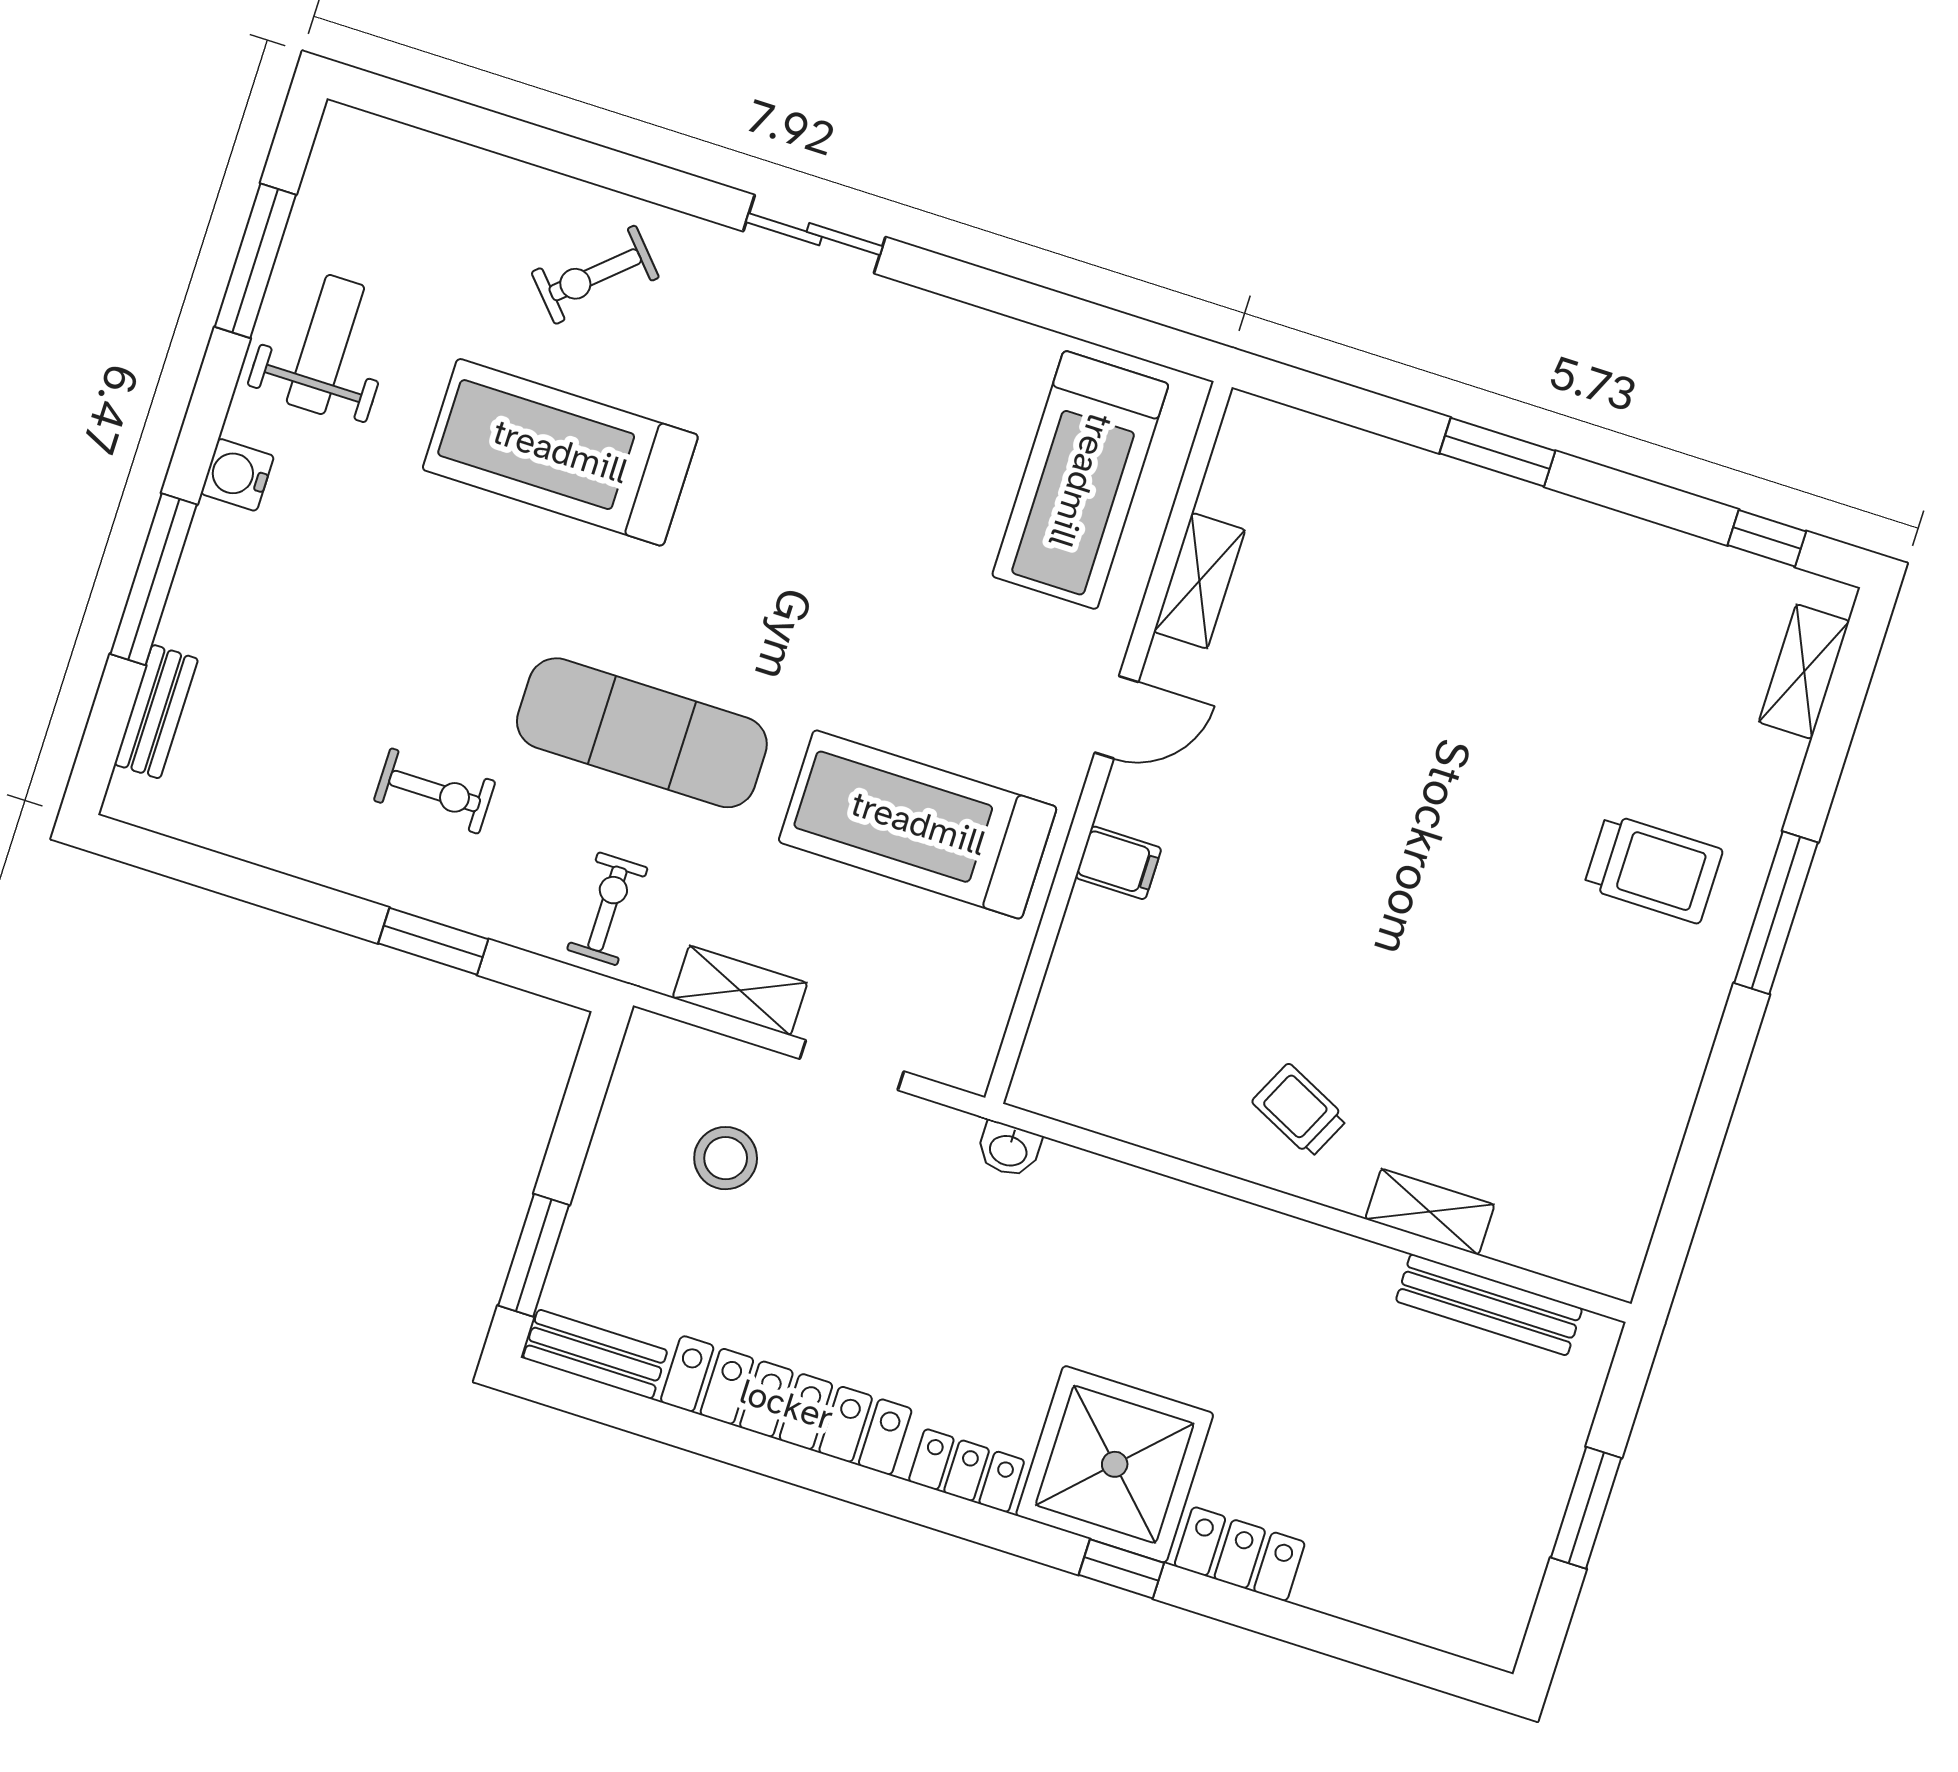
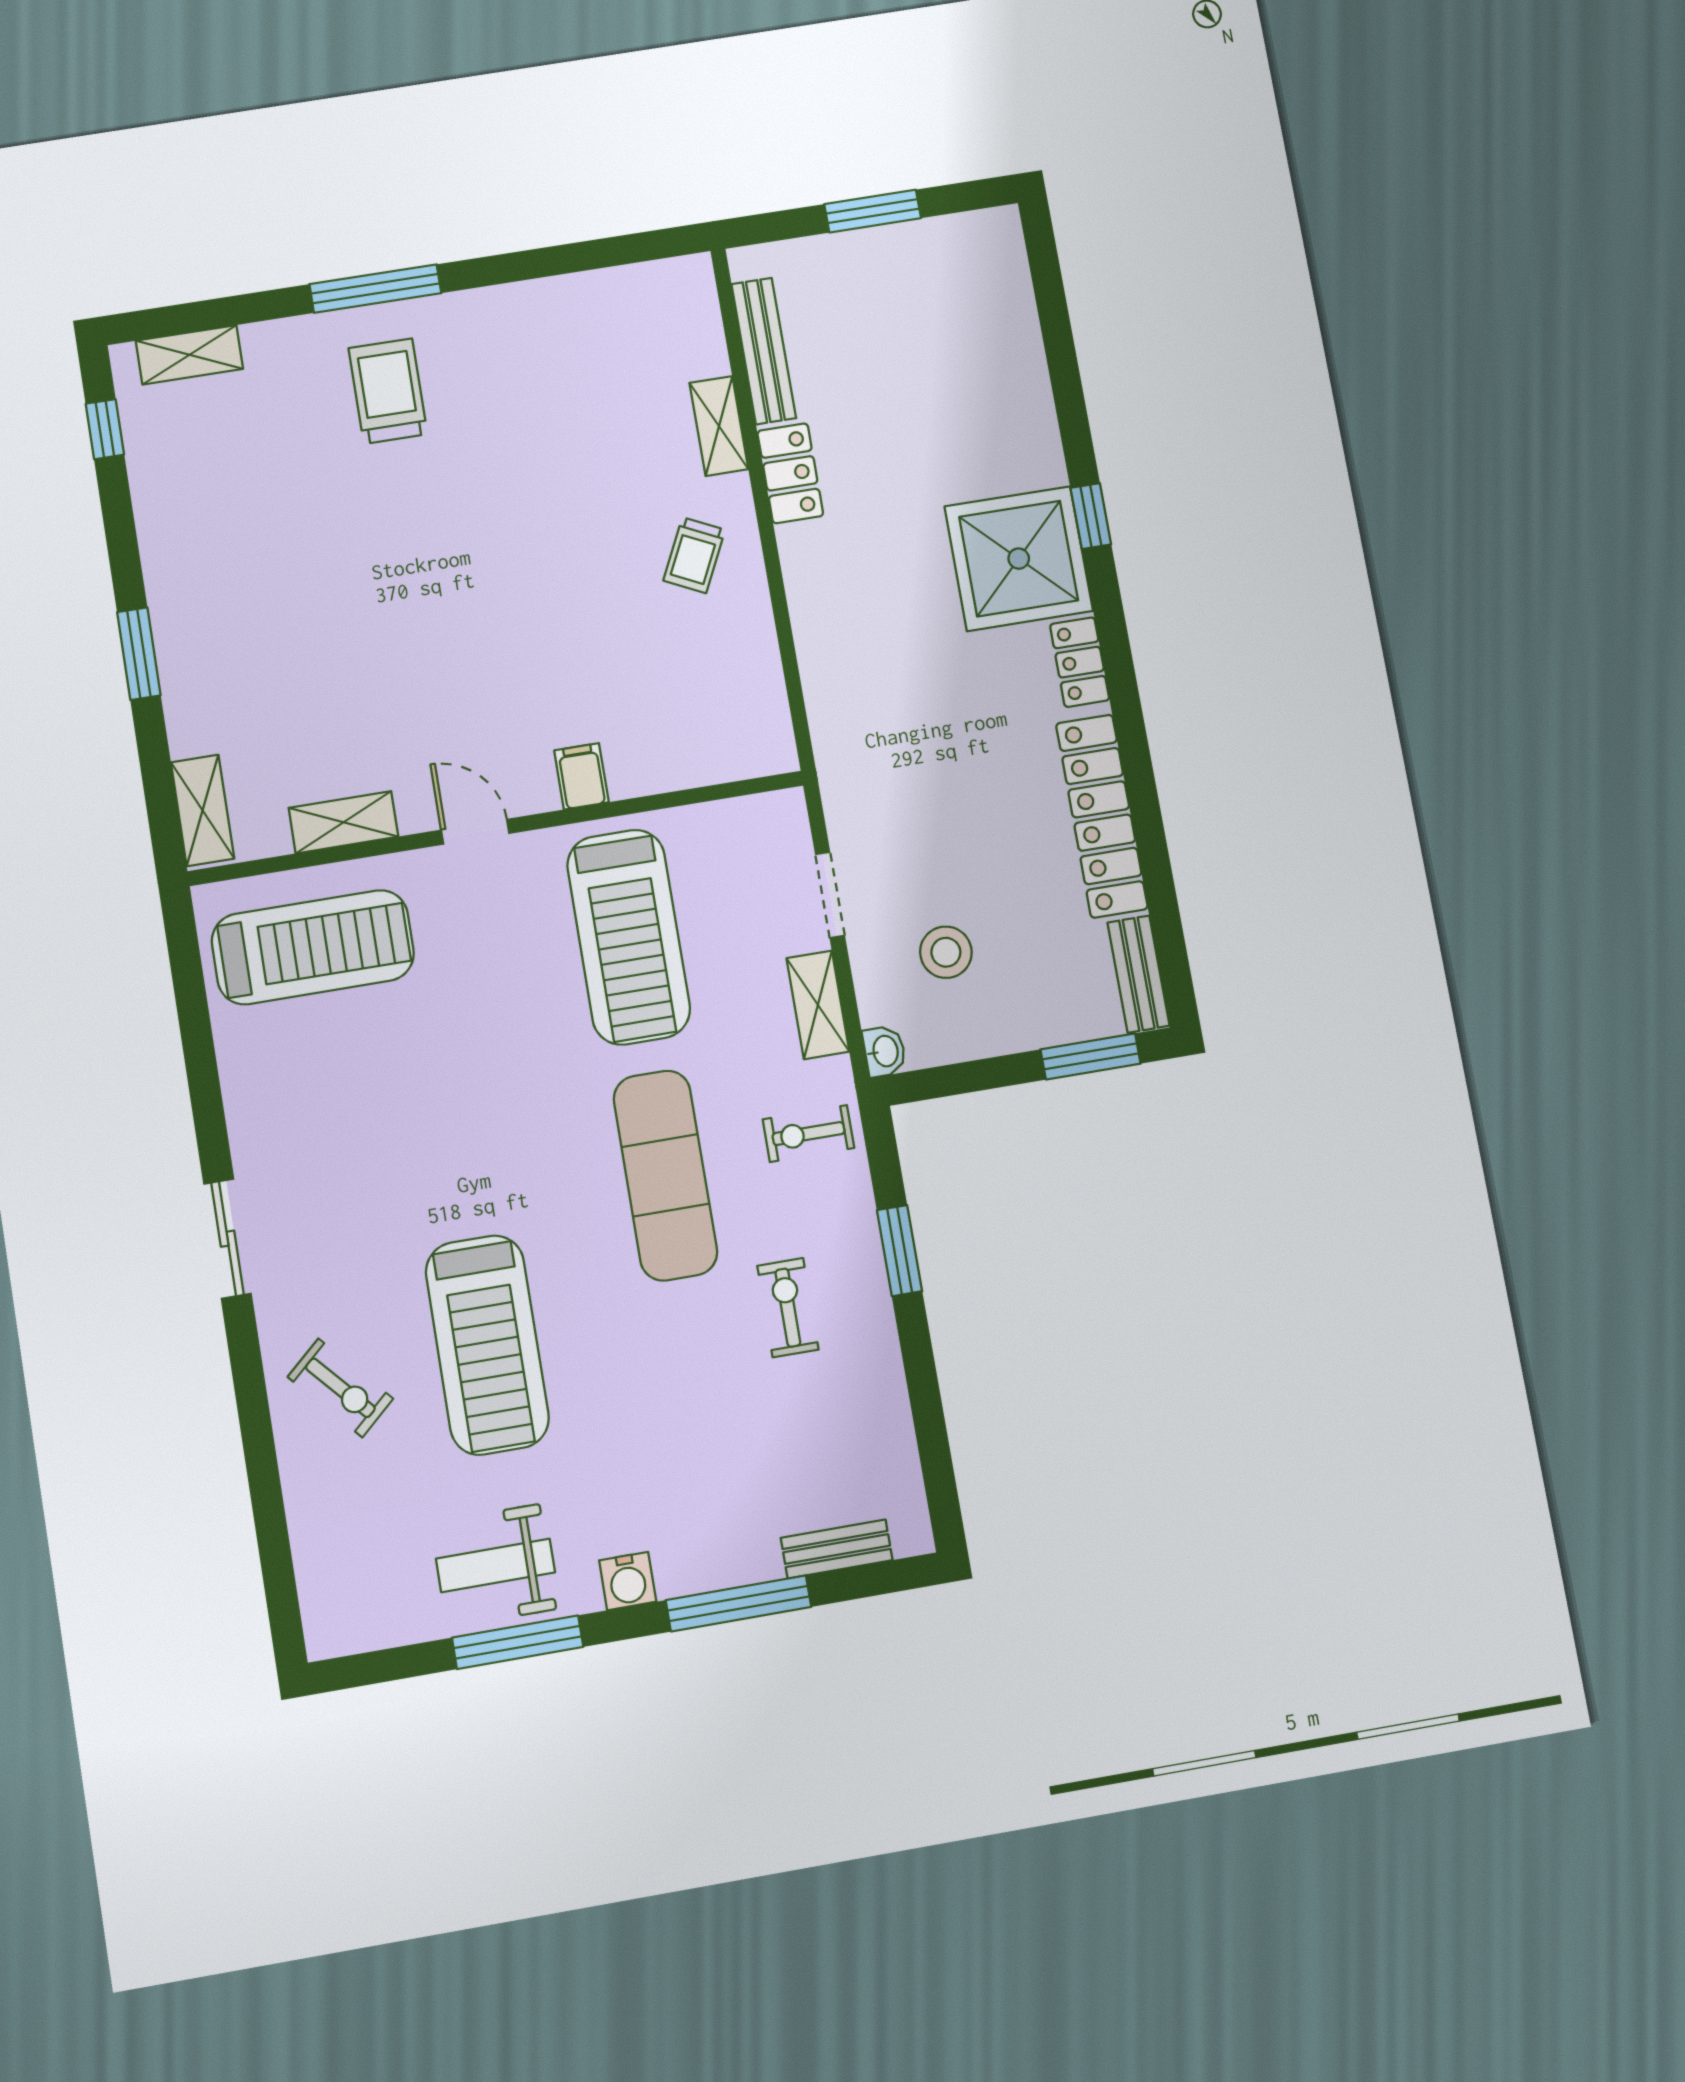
window: (255, 261) -> (518, 1642), moved
shelving: (1290, 436) -> (203, 810), added
washbasin: (1009, 1149) -> (884, 1051), moved
locker: (1240, 1554) -> (790, 473), moved, turned 180

